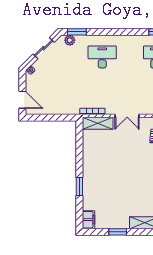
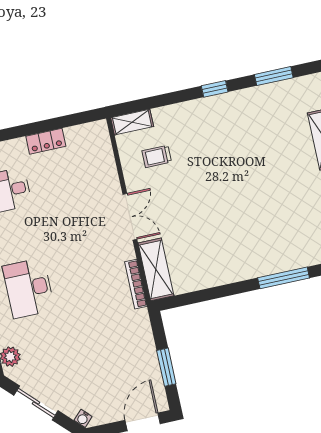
window: (47, 118) -> (166, 367), added
window: (79, 187) -> (284, 278), width x1.44

